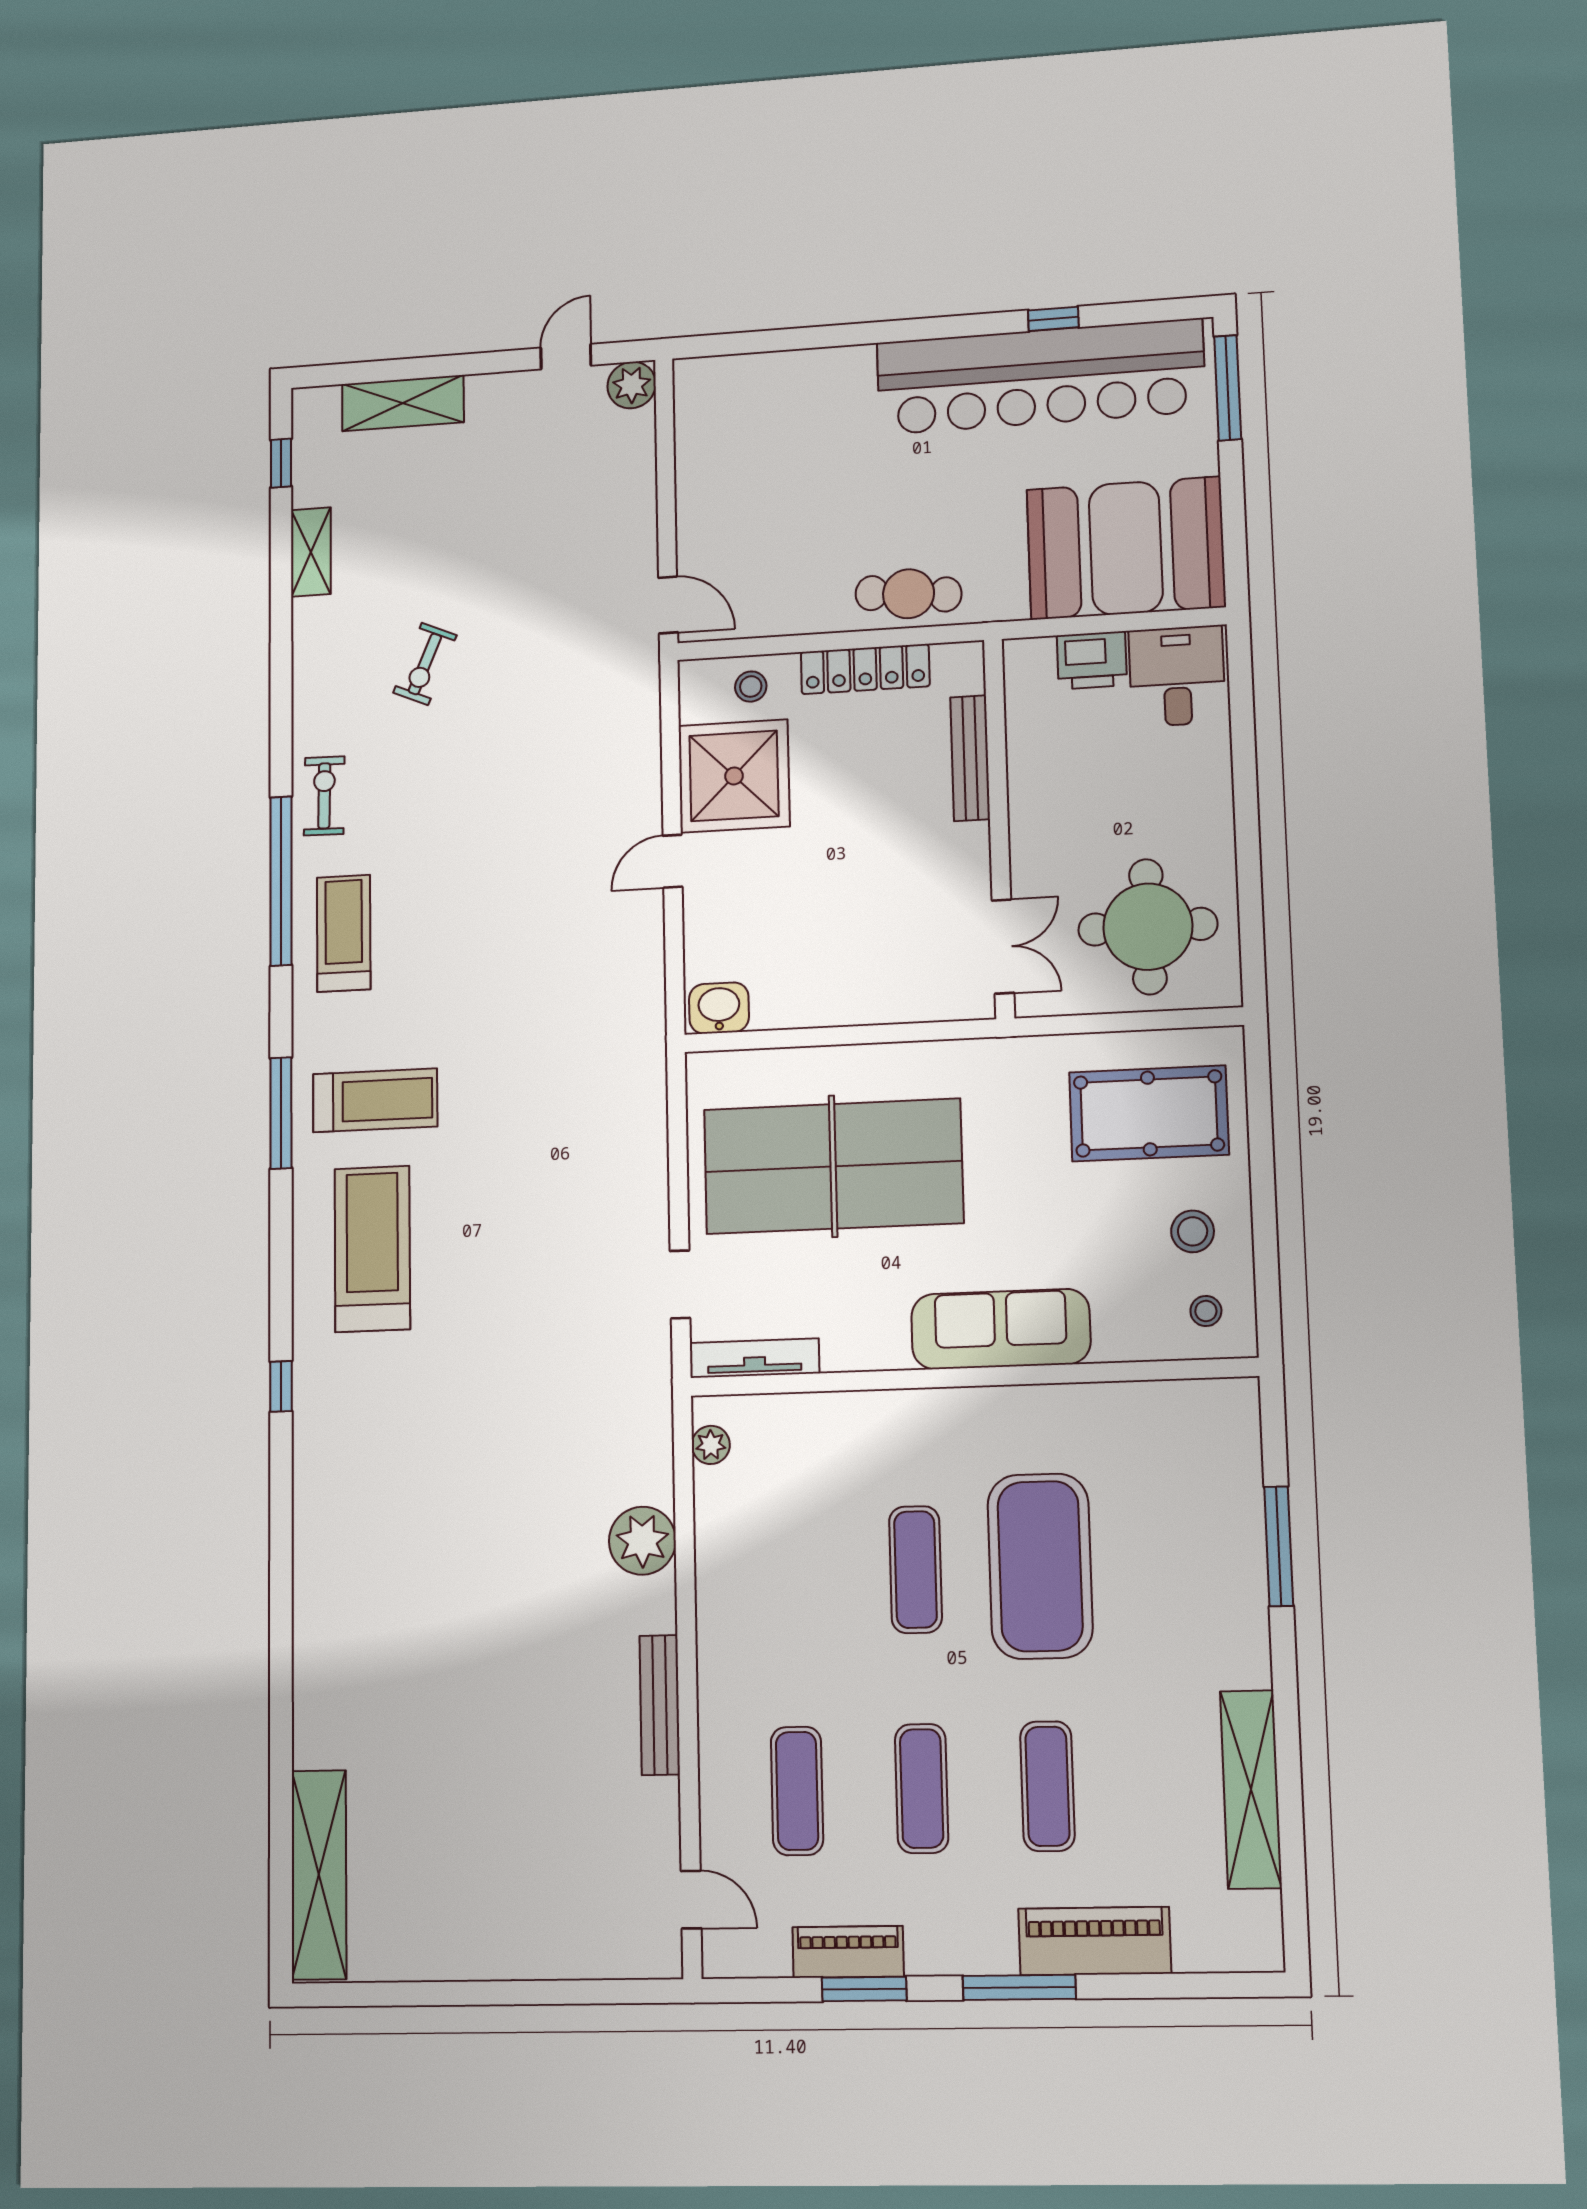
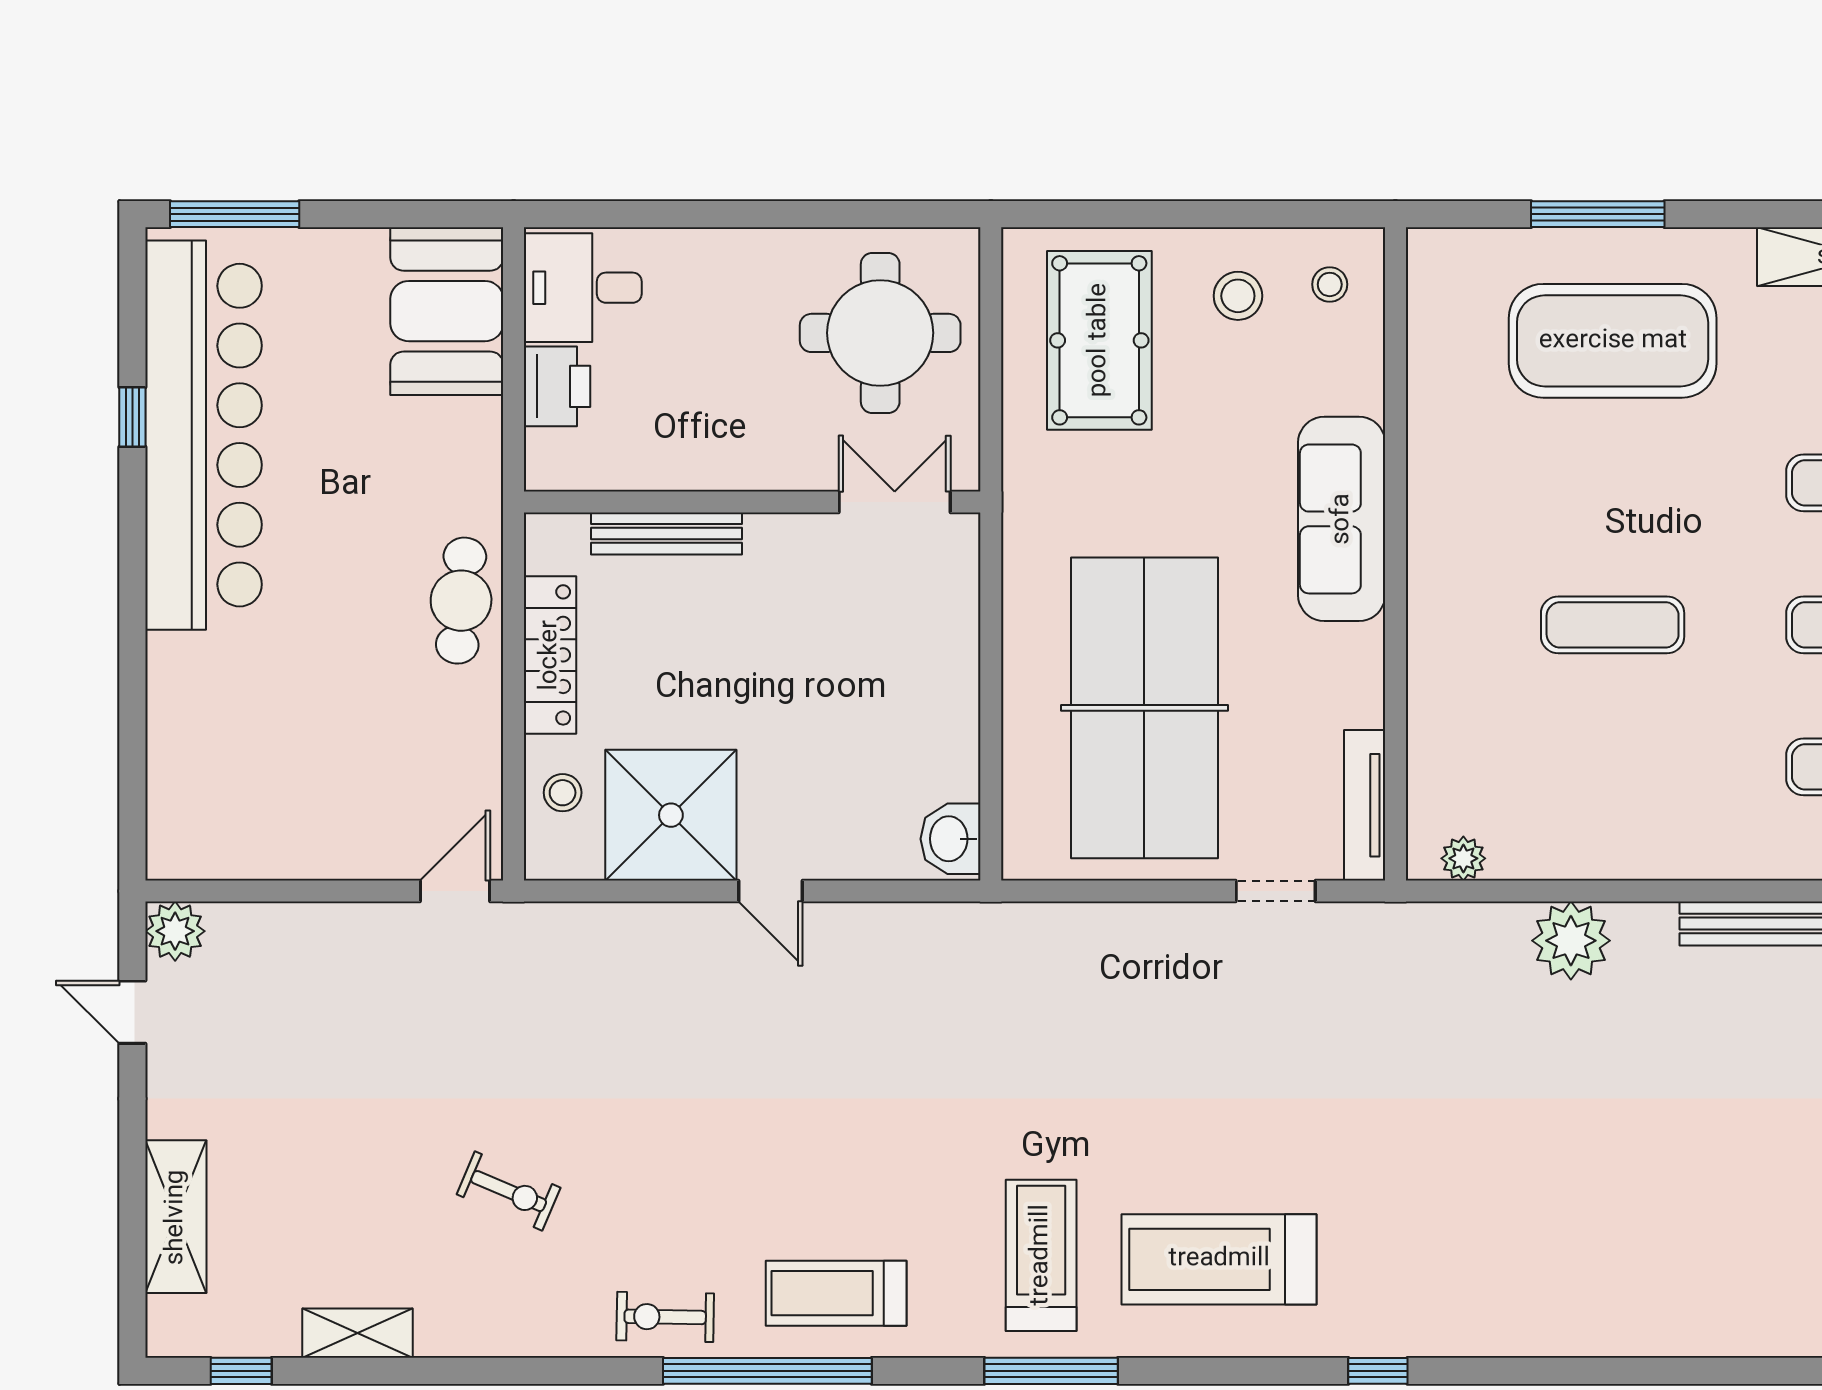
booth: (1126, 548) -> (447, 311), width x0.73, depth x0.70
exercise mat: (1040, 1566) -> (1613, 341), moved

